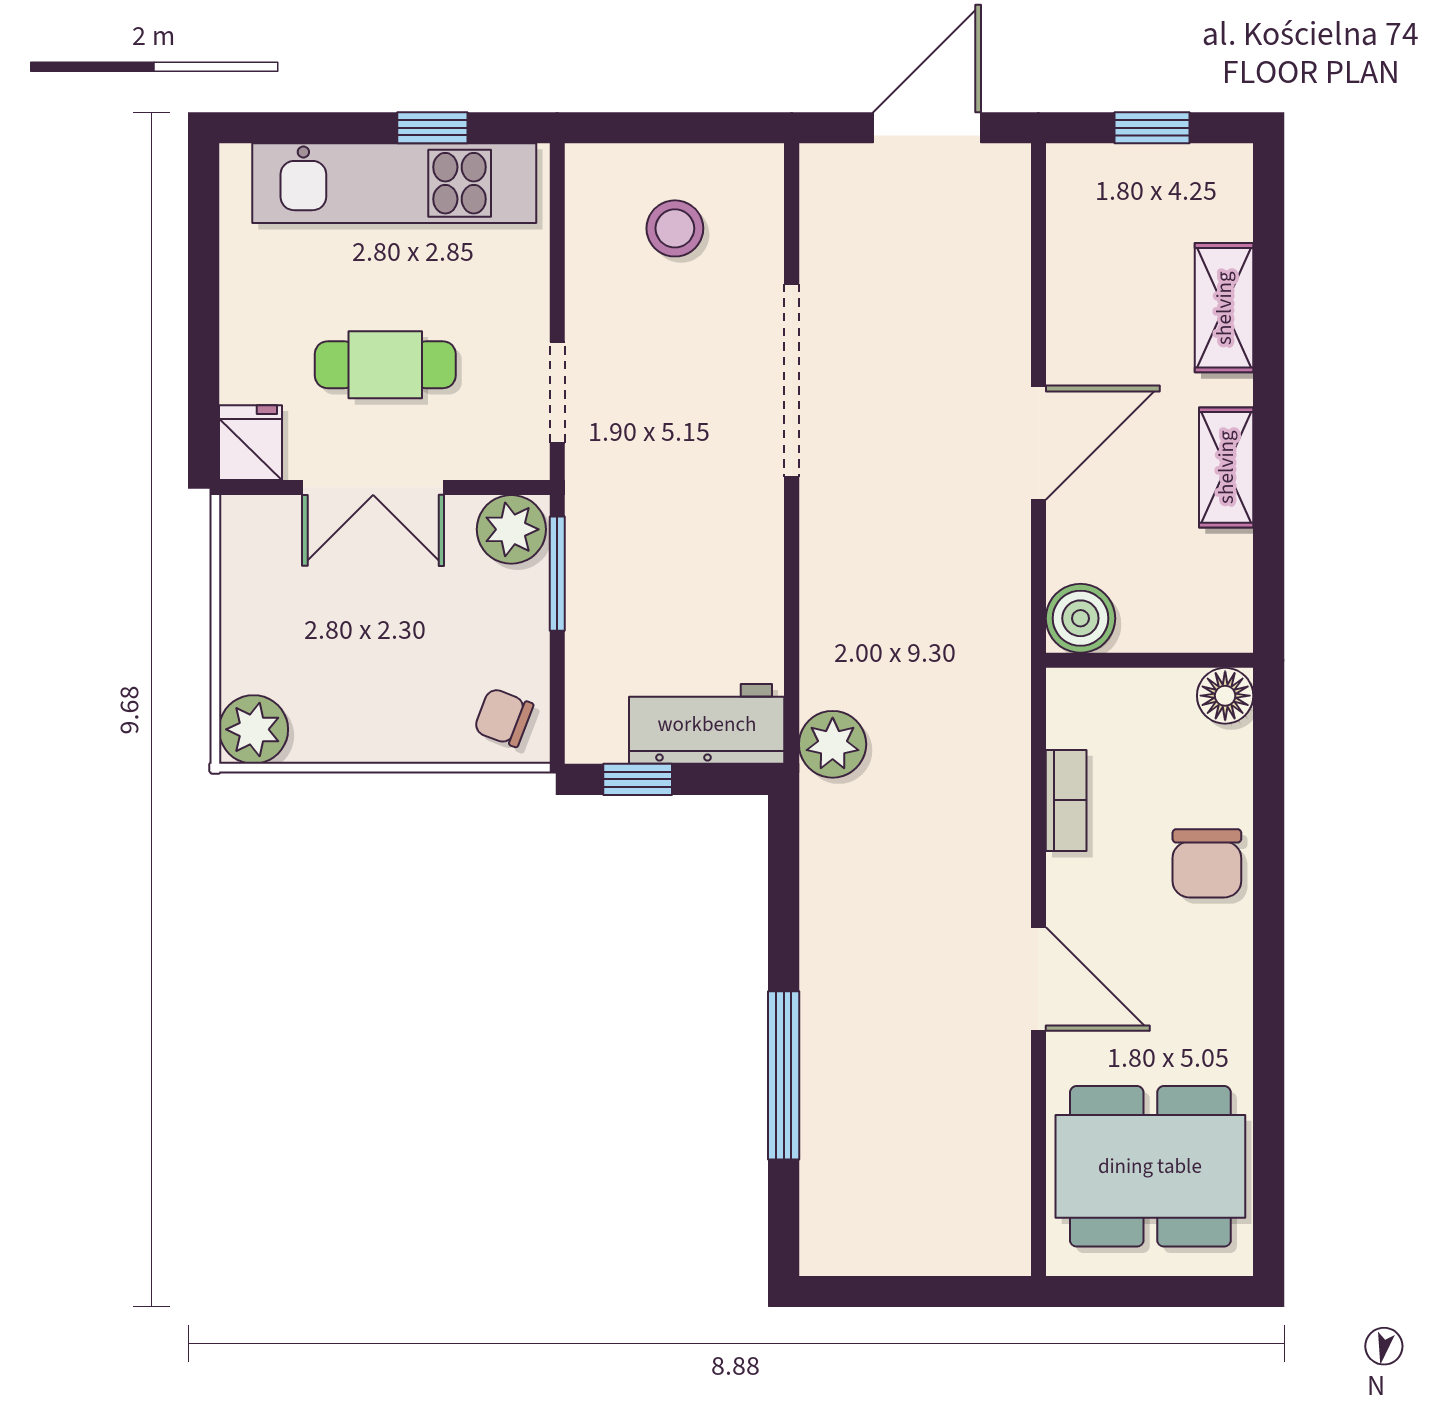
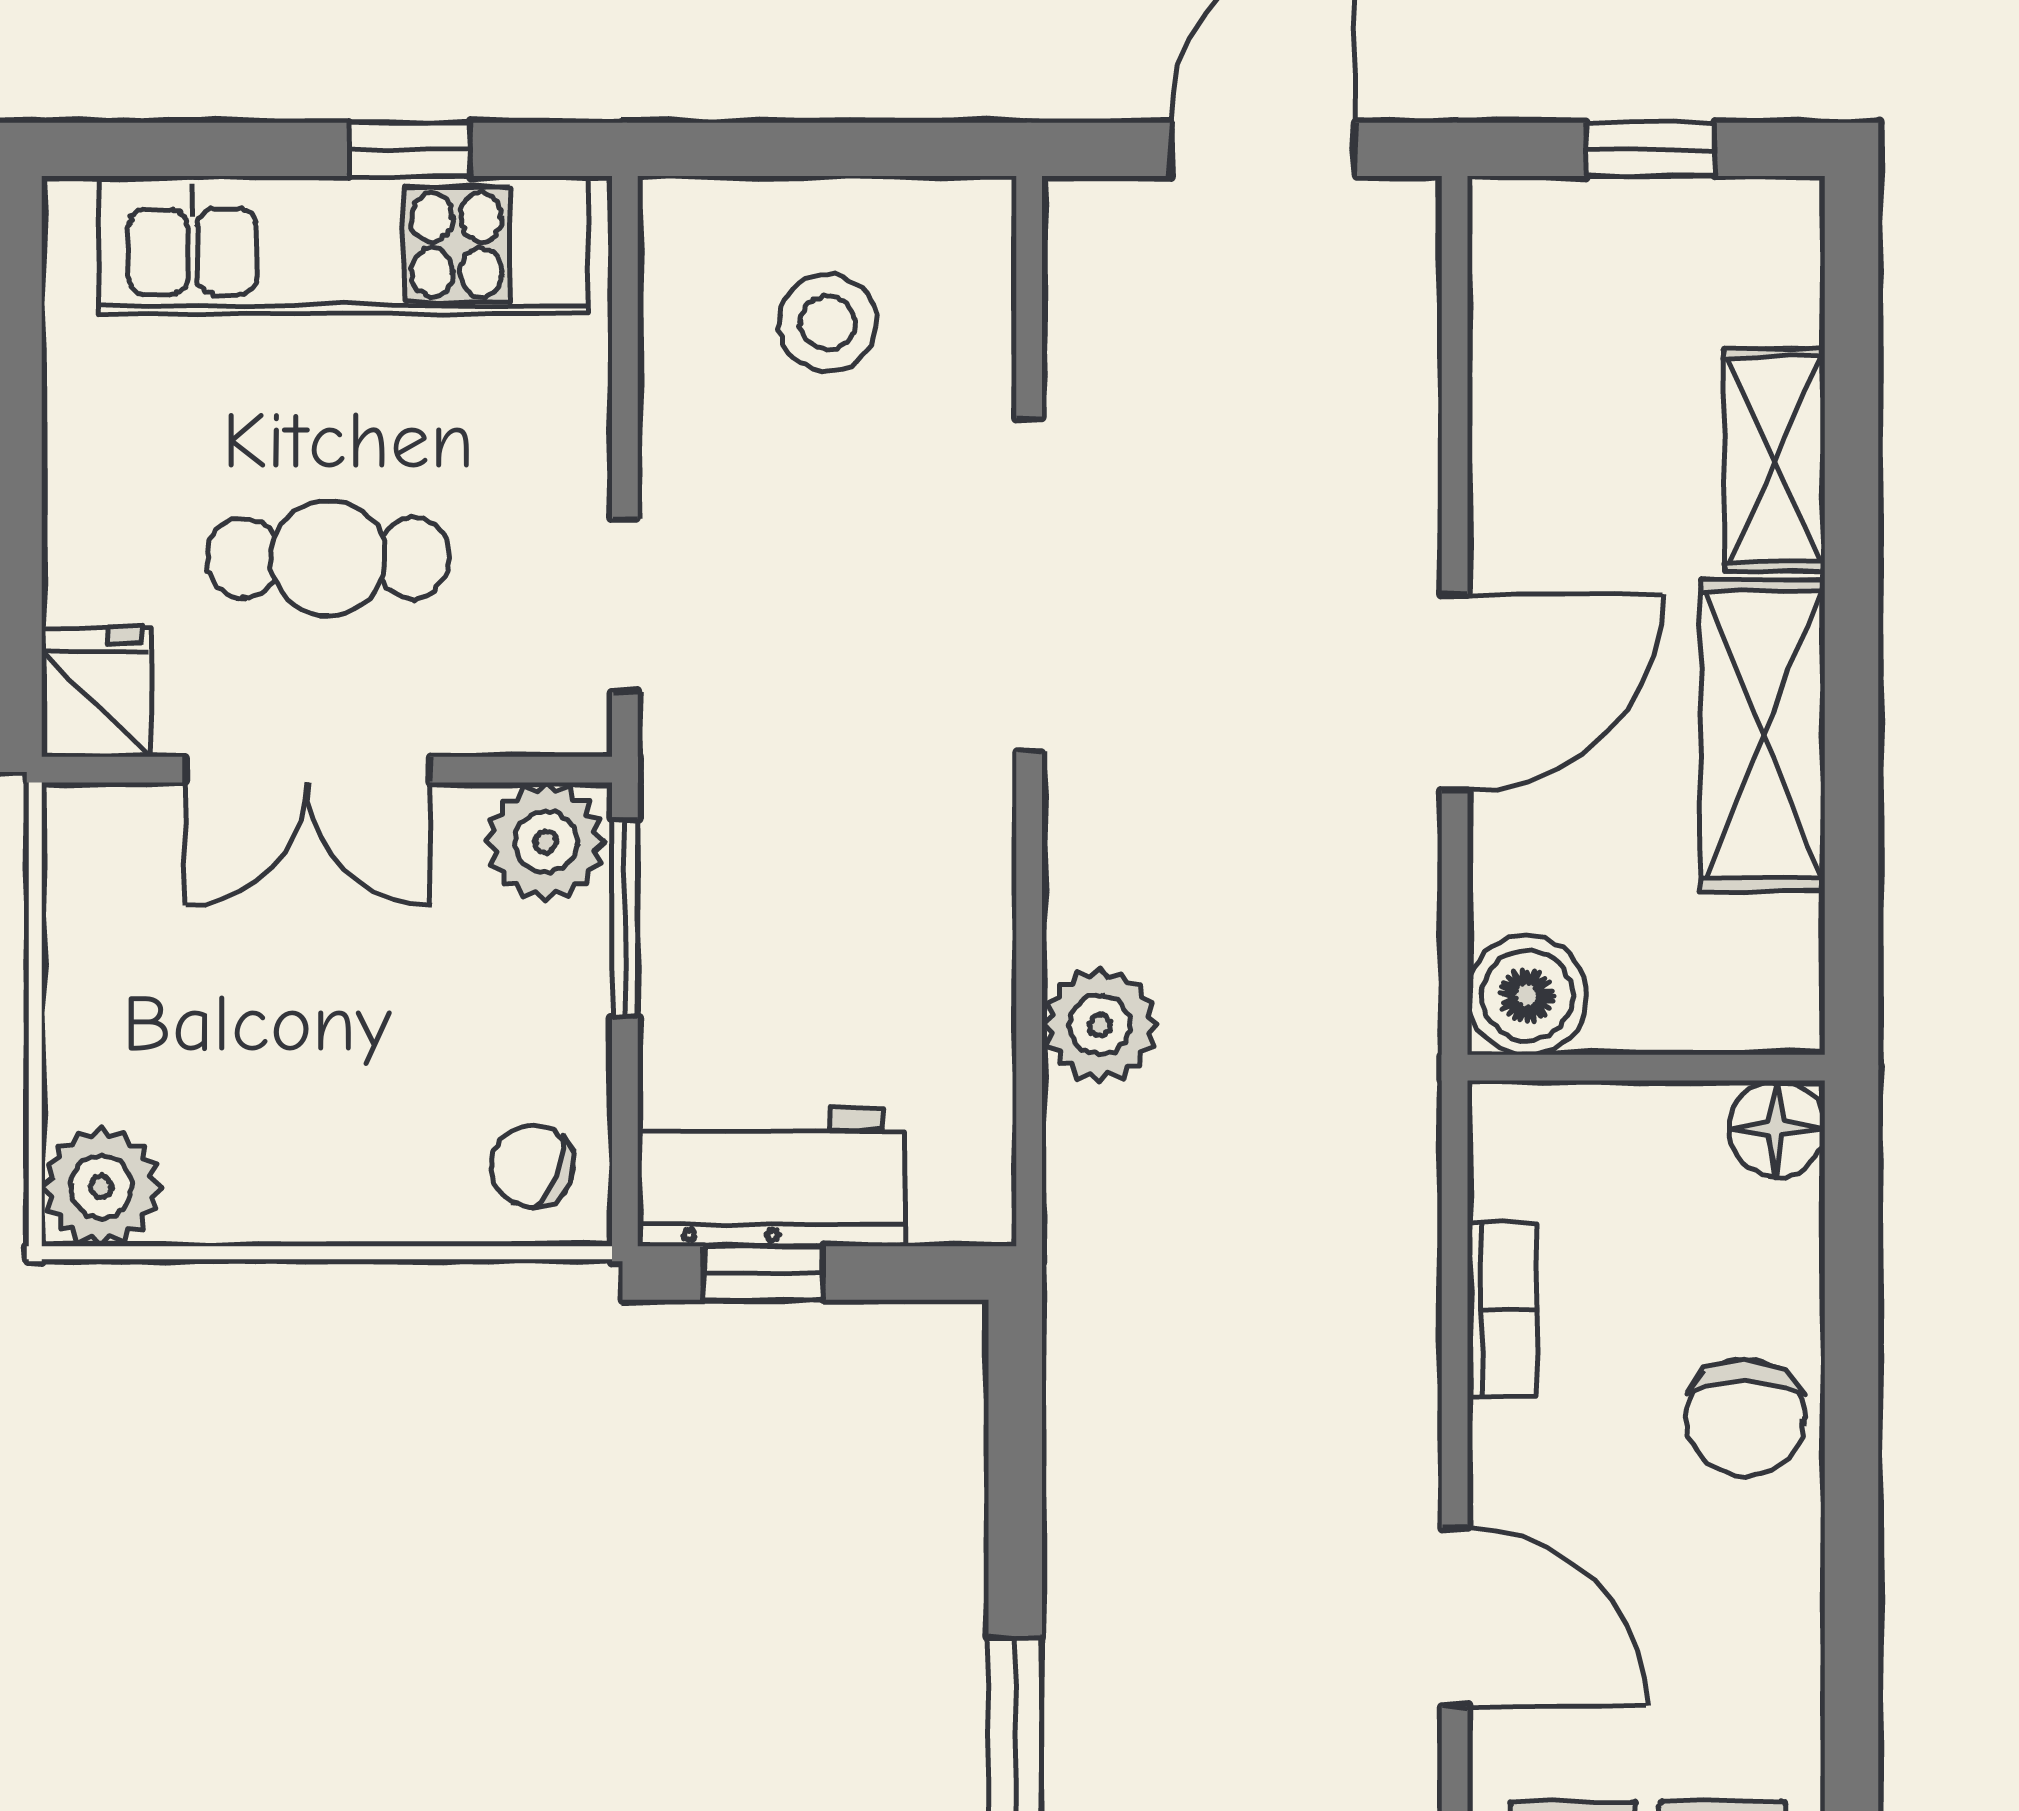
shelving: (1226, 467) -> (1763, 735), width x1.50, depth x1.33
workbench: (707, 724) -> (771, 1177), moved
plant: (833, 744) -> (1100, 1025), moved

